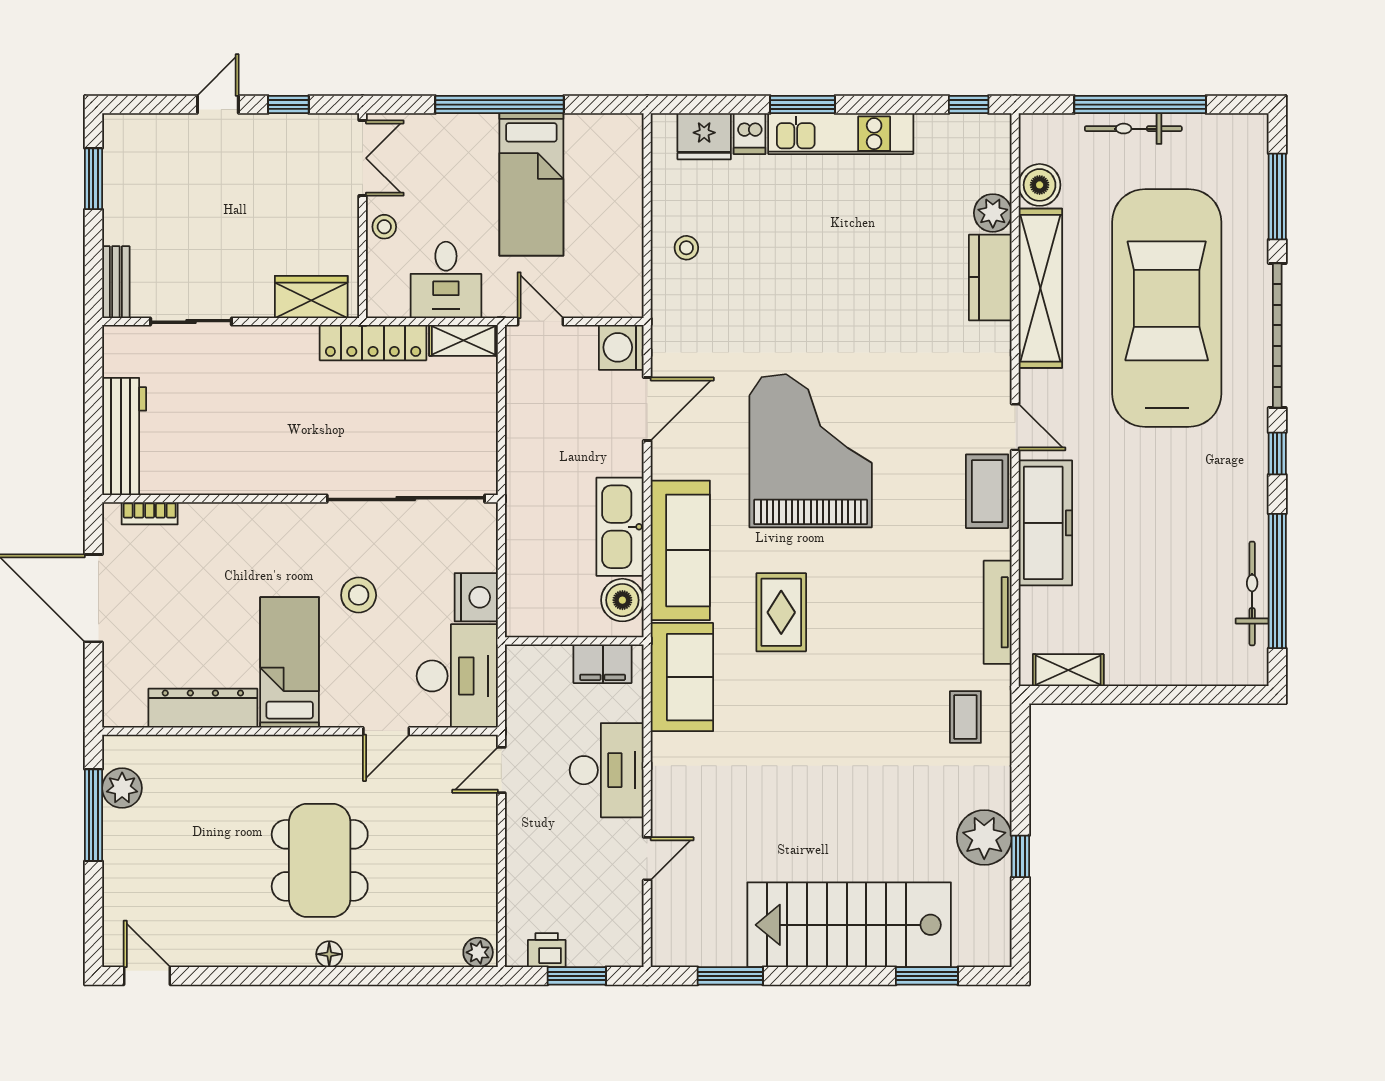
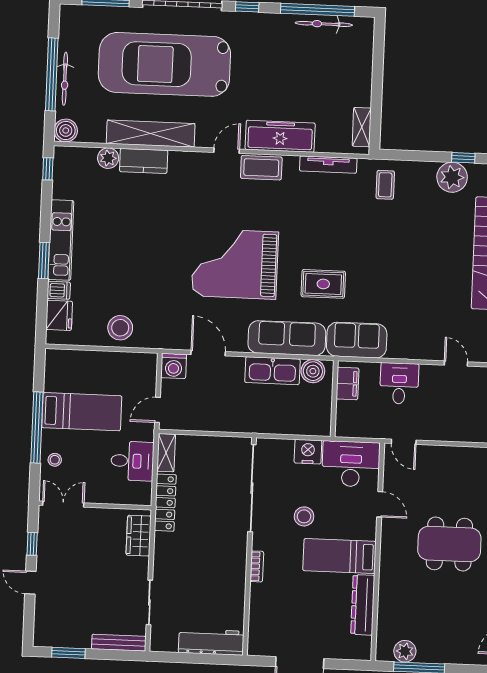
boiler: (1040, 185) -> (66, 130), moved
stool: (384, 227) -> (55, 460), moved
stool: (686, 248) -> (120, 328), width x1.89, depth x1.89
bench: (116, 282) -> (119, 643), width x1.36
bookcase: (150, 513) -> (257, 566), moved
coffee table: (965, 717) -> (385, 185), turned 90
desk: (607, 770) -> (399, 383), width x0.73

